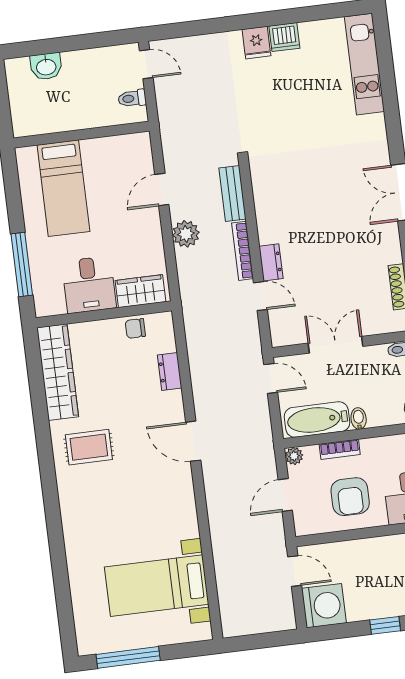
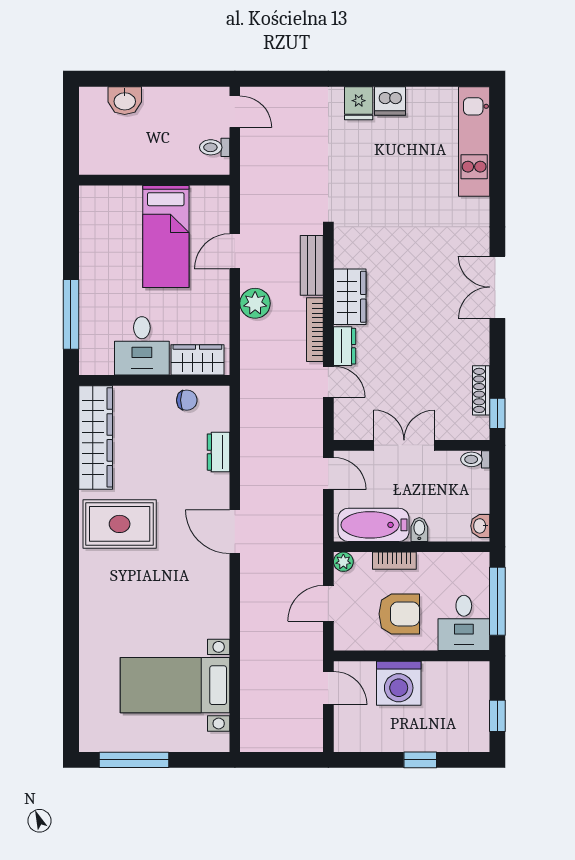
bed: (63, 188) -> (166, 237), moved
wardrobe: (270, 217) -> (350, 297), added
chair: (135, 328) -> (187, 400), turned 180
rug: (89, 447) -> (120, 524), width x1.36, depth x1.43
armchair: (350, 497) -> (399, 614), turned -90
washing machine: (324, 606) -> (399, 683), moved, turned 90

